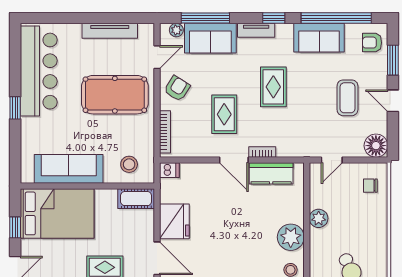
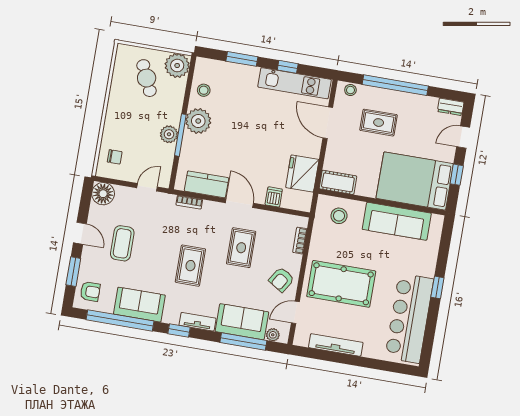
bookcase: (165, 132) -> (300, 241), width x0.64
bookcase: (262, 152) -> (189, 202), moved
dishwasher: (169, 170) -> (274, 197), moved, turned 90
window: (307, 220) -> (180, 135), added
fridge: (174, 221) -> (302, 173), moved

